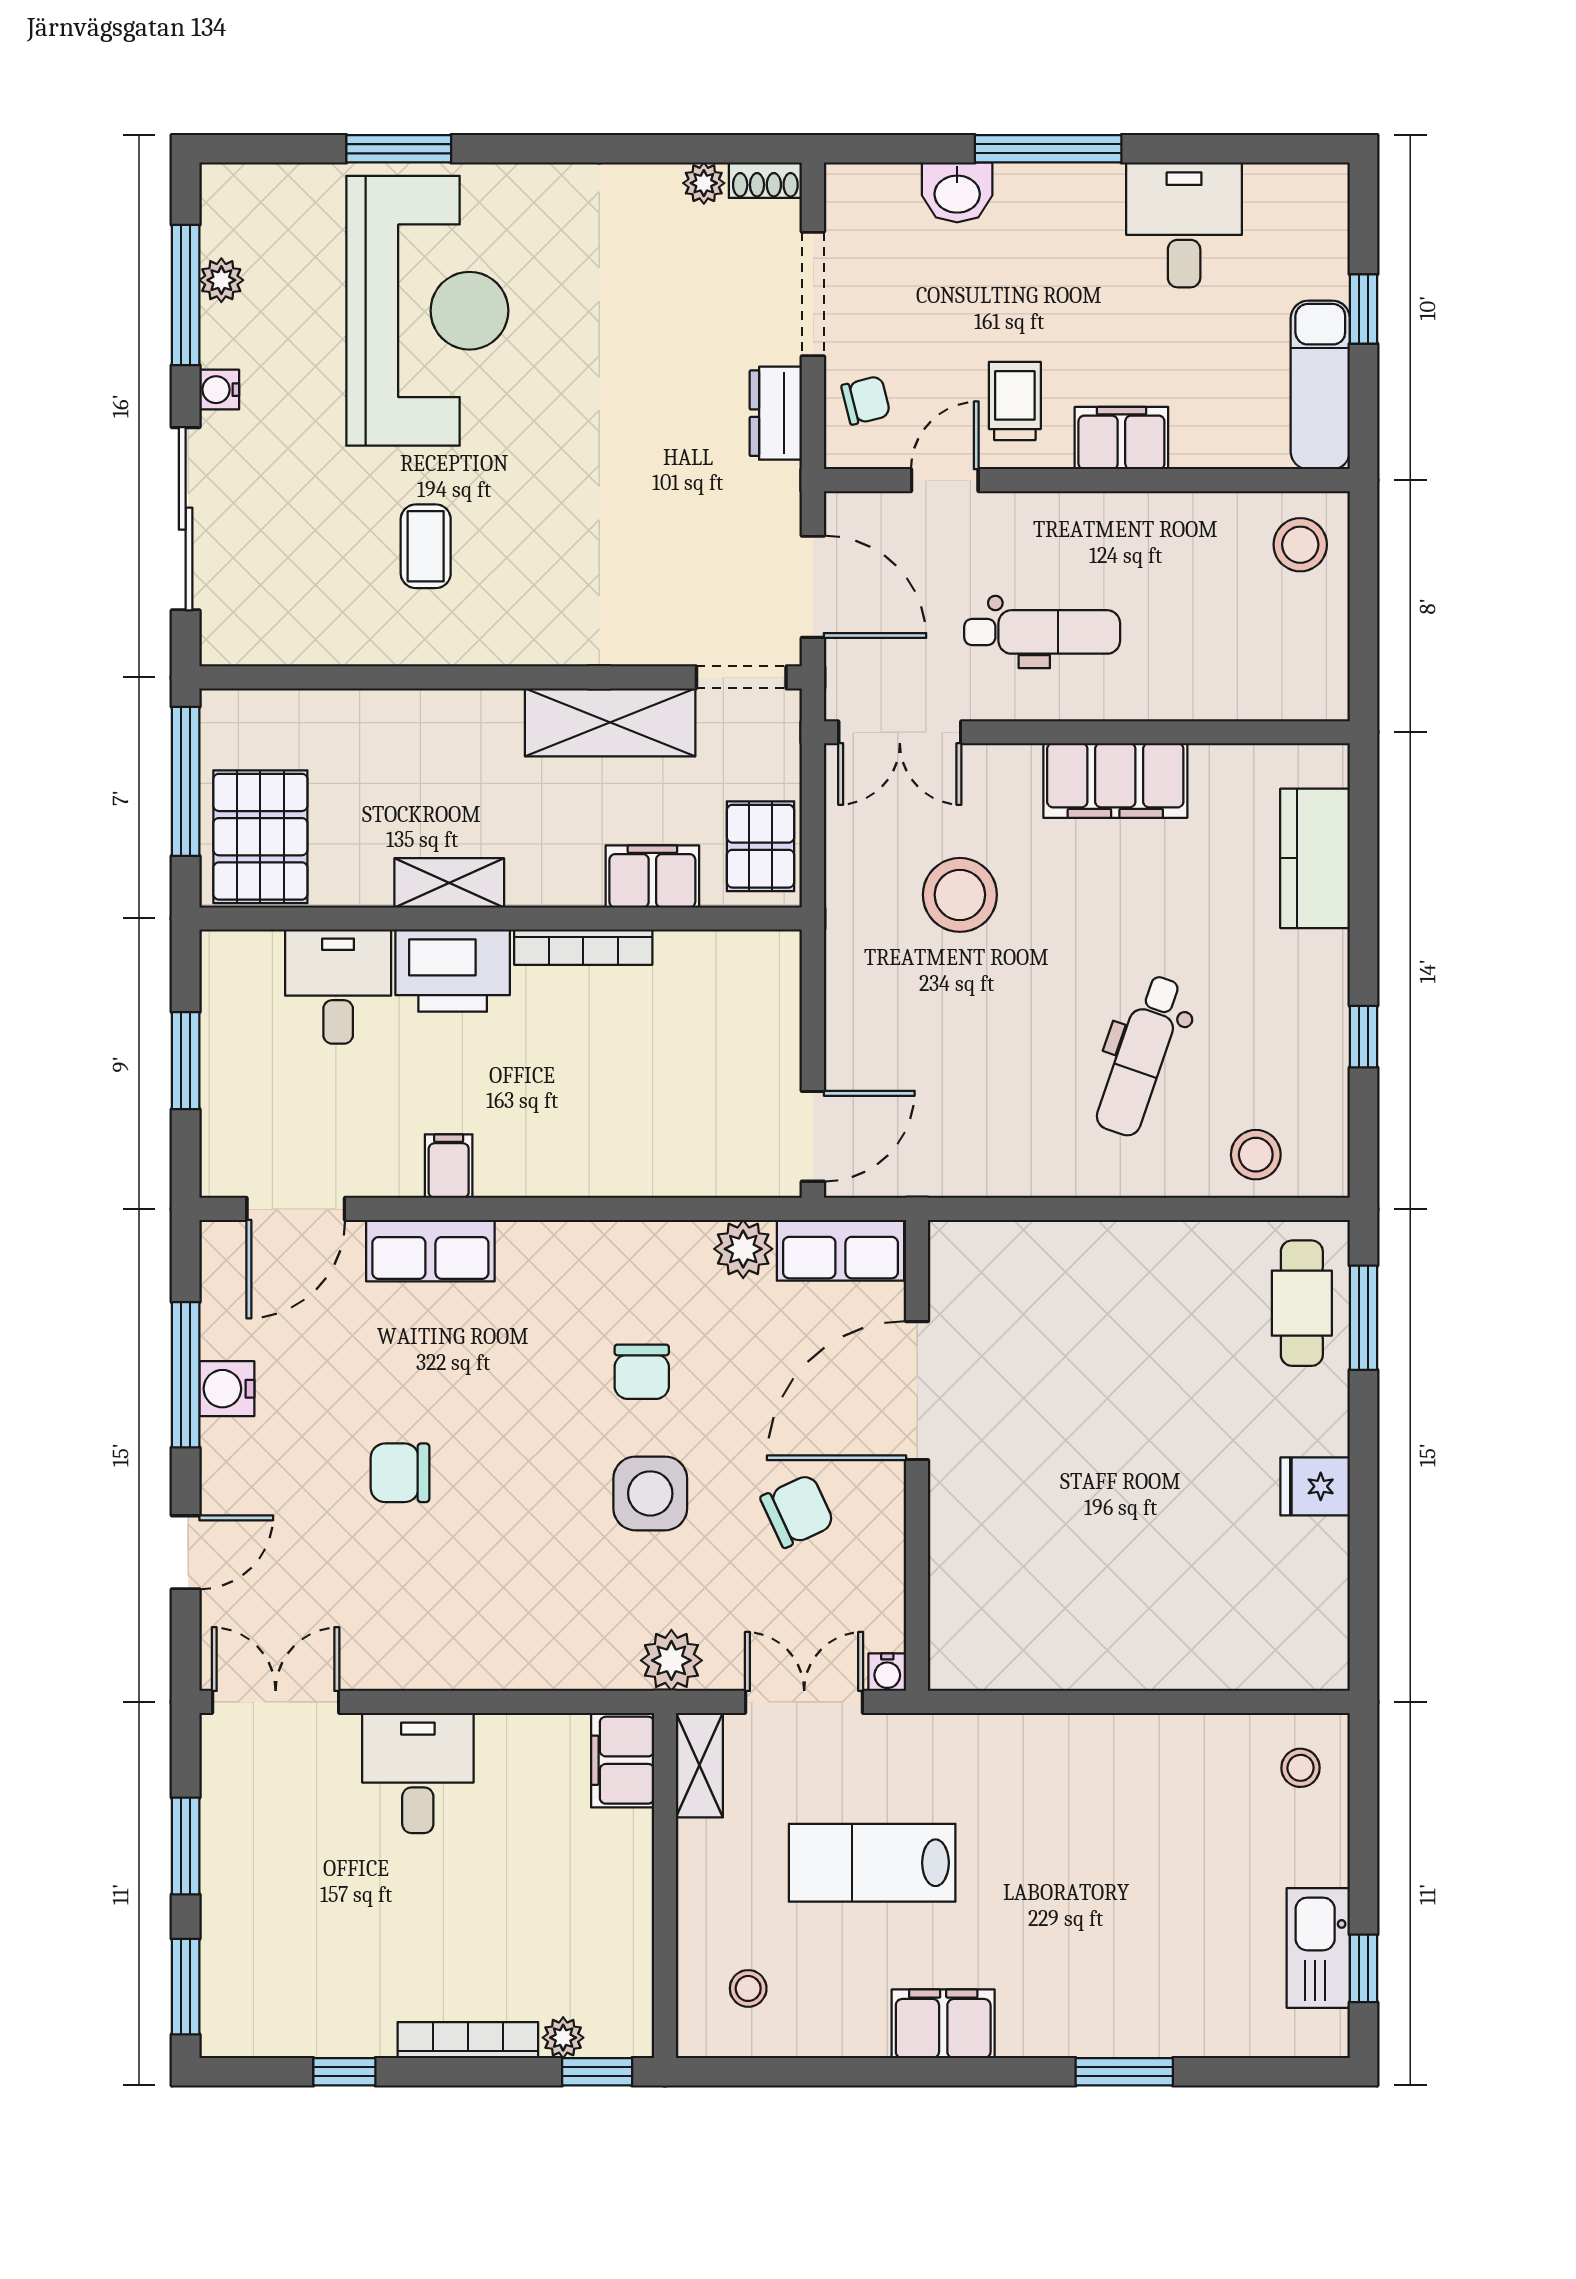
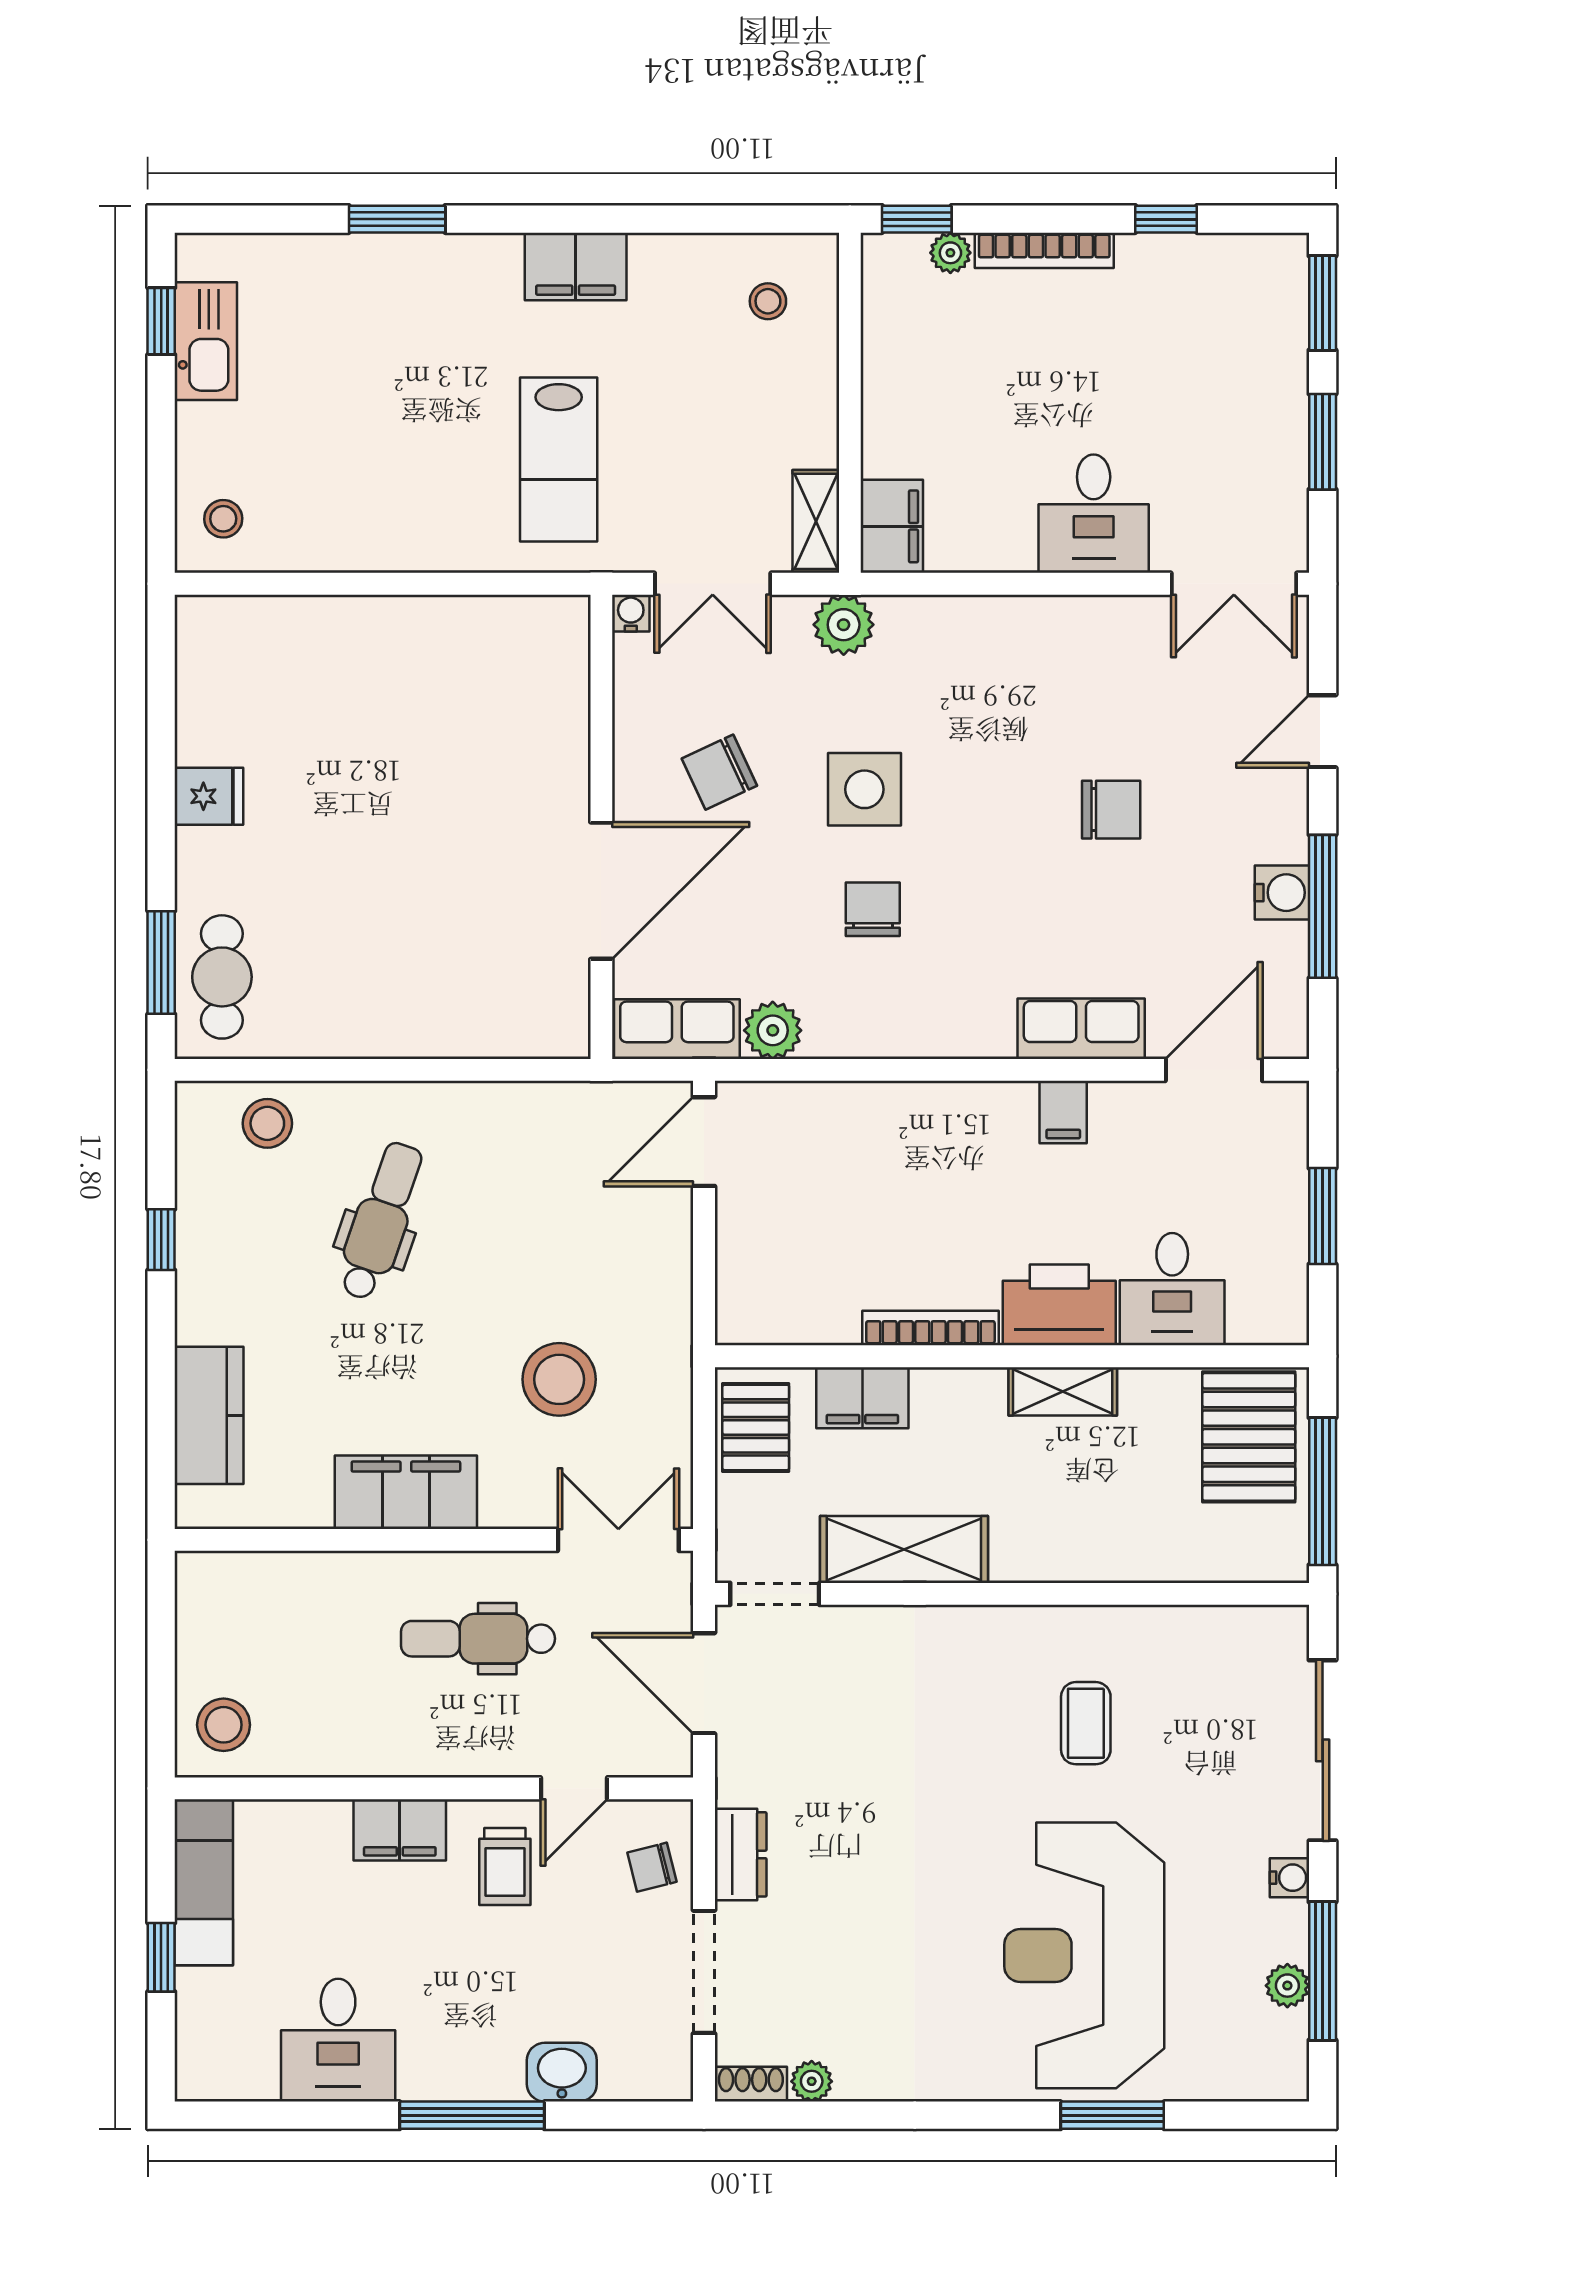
lab bench: (872, 1863) -> (559, 460), moved, turned 90

